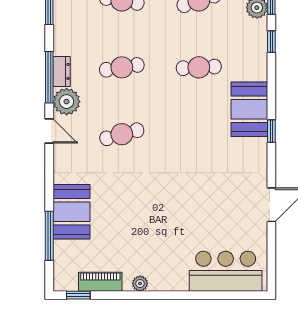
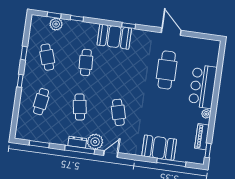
cafe table: (205, 206) -> (167, 70), added
bar counter: (226, 271) -> (203, 86), moved

